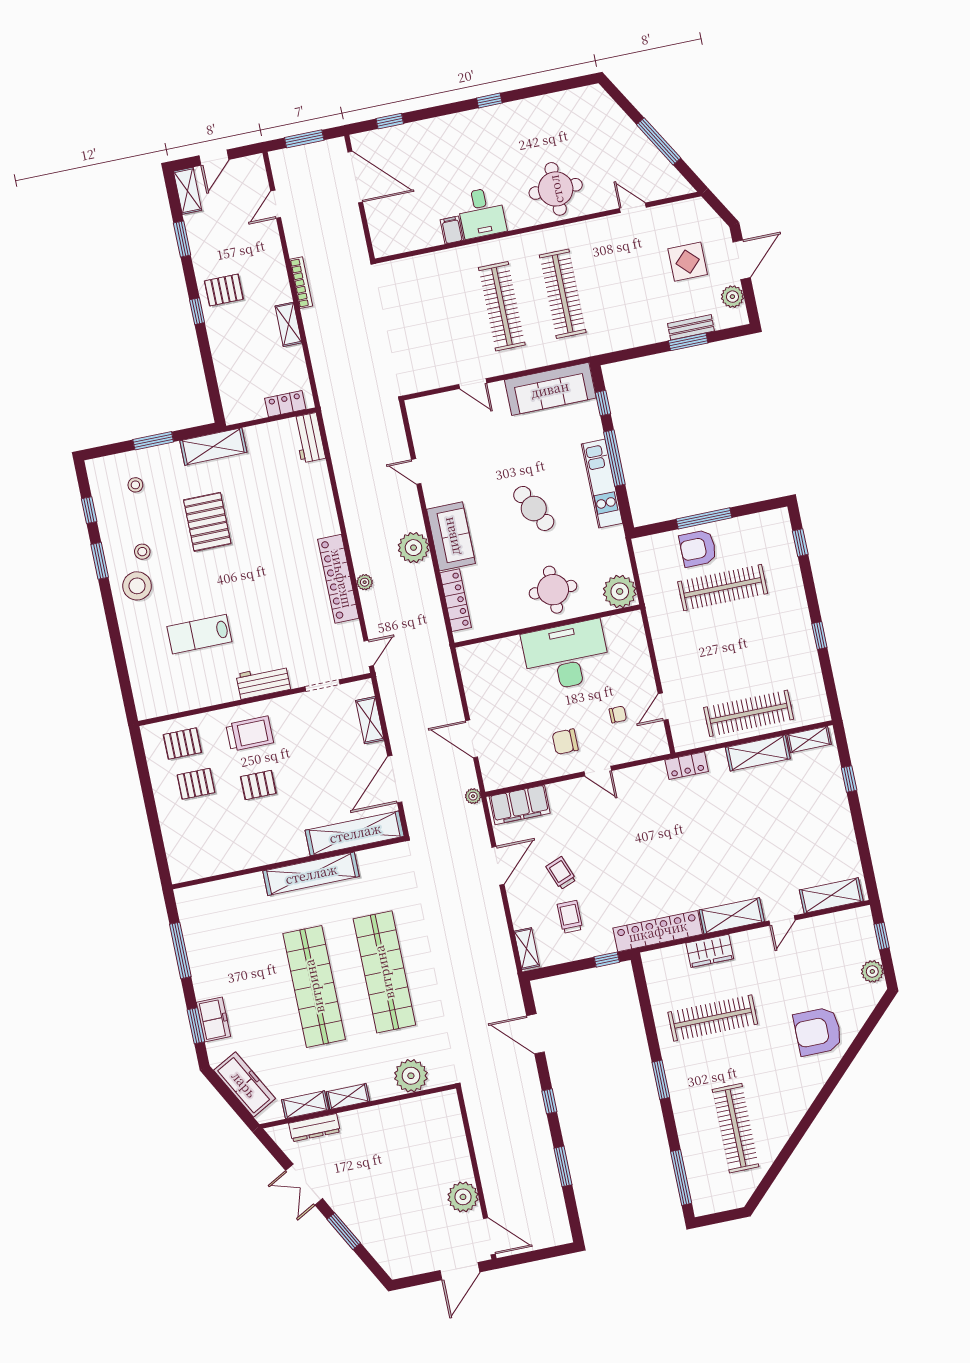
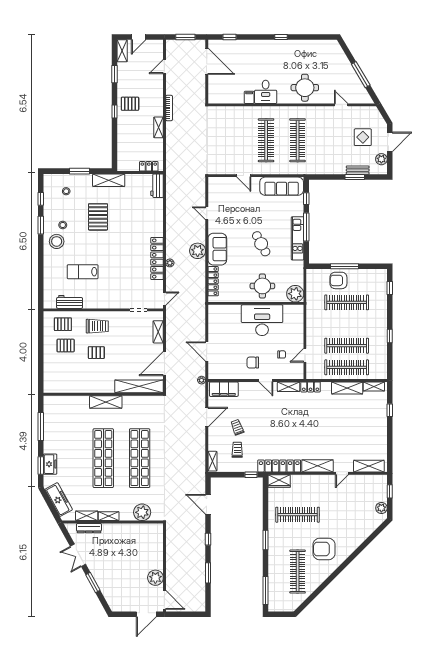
clothes rail: (740, 671) -> (347, 346), added
workbench: (263, 682) -> (70, 302), moved
shelving: (644, 774) -> (289, 387), added
shelving: (311, 874) -> (106, 402), width x0.68
wardrobe: (710, 951) -> (279, 481), moved
armchair: (818, 1031) -> (324, 549), moved

